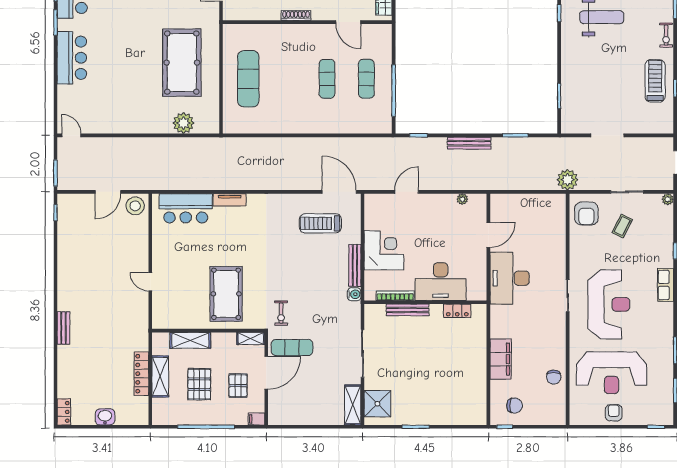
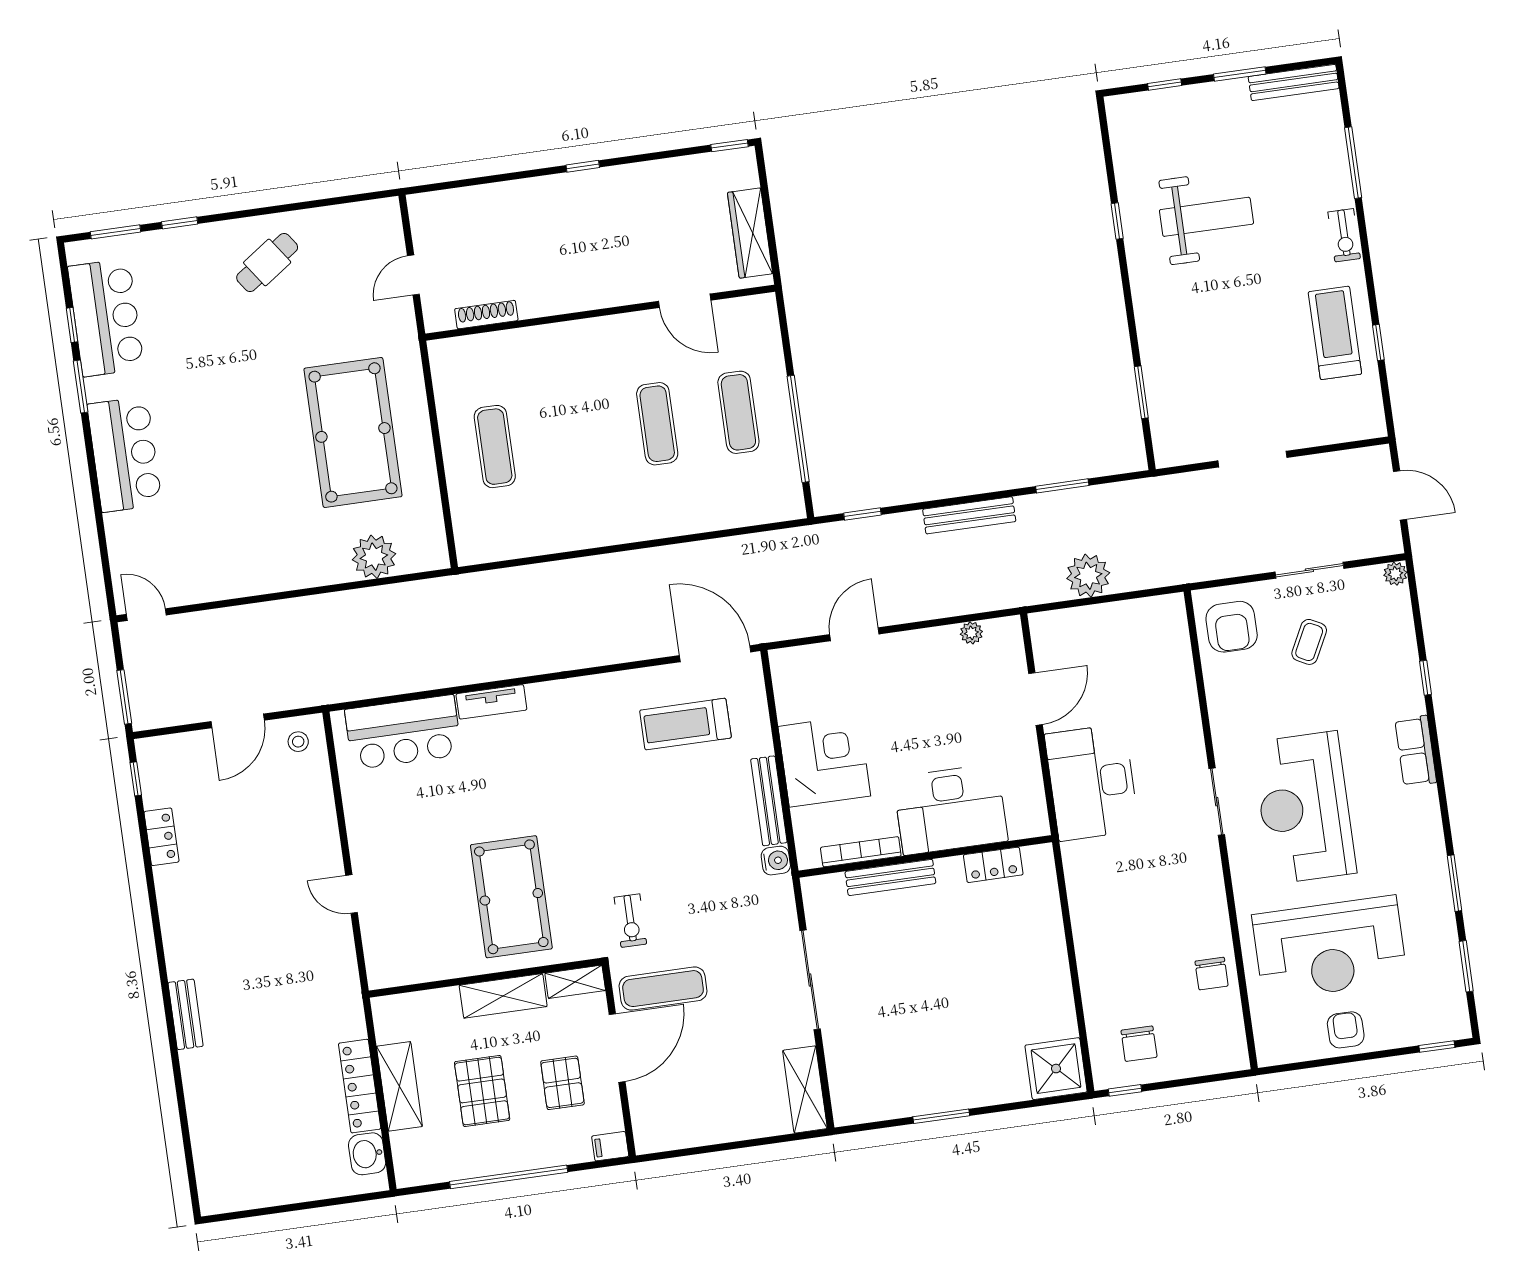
shoe rack: (296, 15) -> (486, 315), moved
exercise mat: (248, 79) -> (495, 447), width x0.73, depth x0.69
plant: (567, 180) -> (1088, 576), moved
stool: (135, 206) -> (298, 742), width x0.53, depth x0.53
reception desk: (609, 304) -> (1304, 808), turned 180
shelving: (190, 340) -> (503, 996), moved
filing cabinet: (501, 359) -> (1097, 952), removed
shower: (377, 404) -> (1056, 1069), moved
chair: (515, 406) -> (1139, 1044), turned 90
locker: (64, 412) -> (161, 837), moved
washbasin: (105, 417) -> (367, 1154), moved, turned -90

